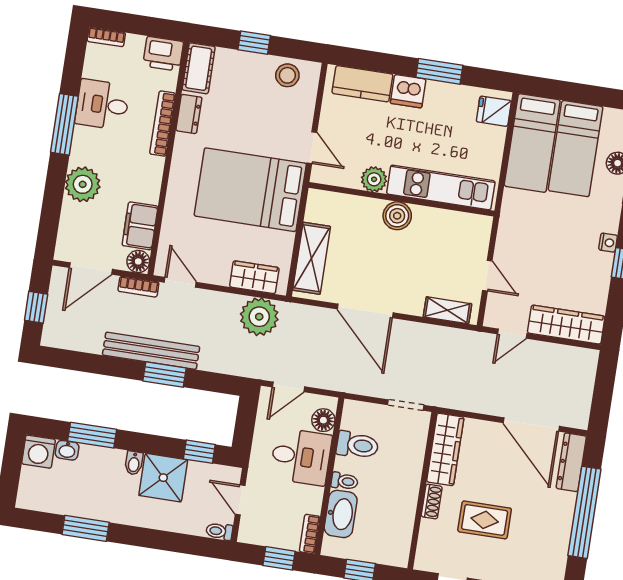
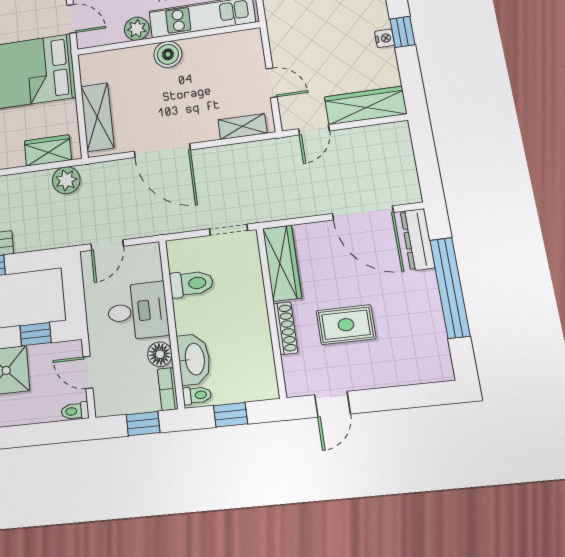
nightstand: (608, 243) -> (385, 38), moved
plant: (259, 317) -> (66, 180), width x0.73, depth x0.73
floor lamp: (323, 420) -> (160, 354), moved
toilet: (344, 481) -> (197, 395), moved
shoe rack: (432, 502) -> (286, 328), width x1.43

